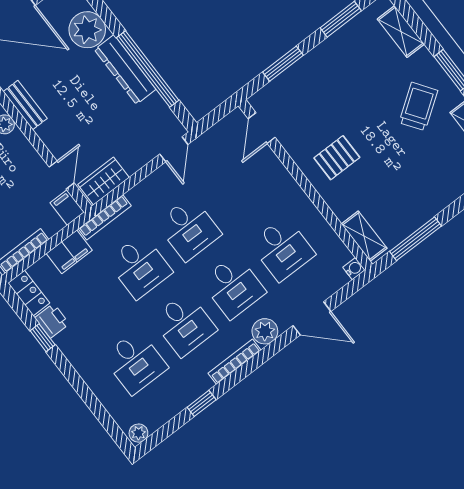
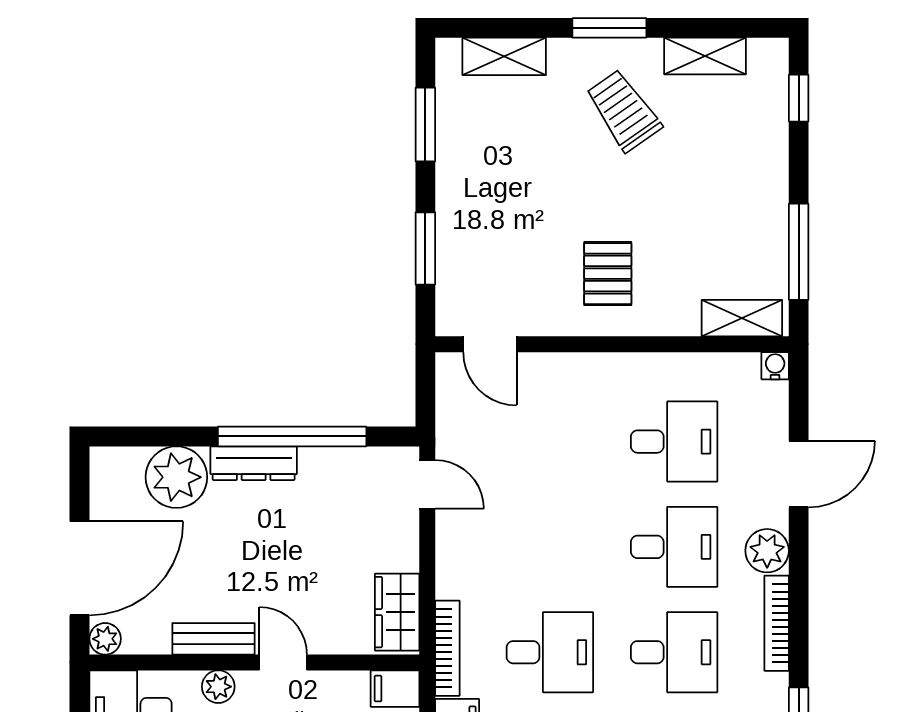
dresser: (125, 70) -> (254, 463), width x0.73, depth x0.80
door: (62, 175) -> (283, 662), moved
desk: (189, 229) -> (550, 547), removed

